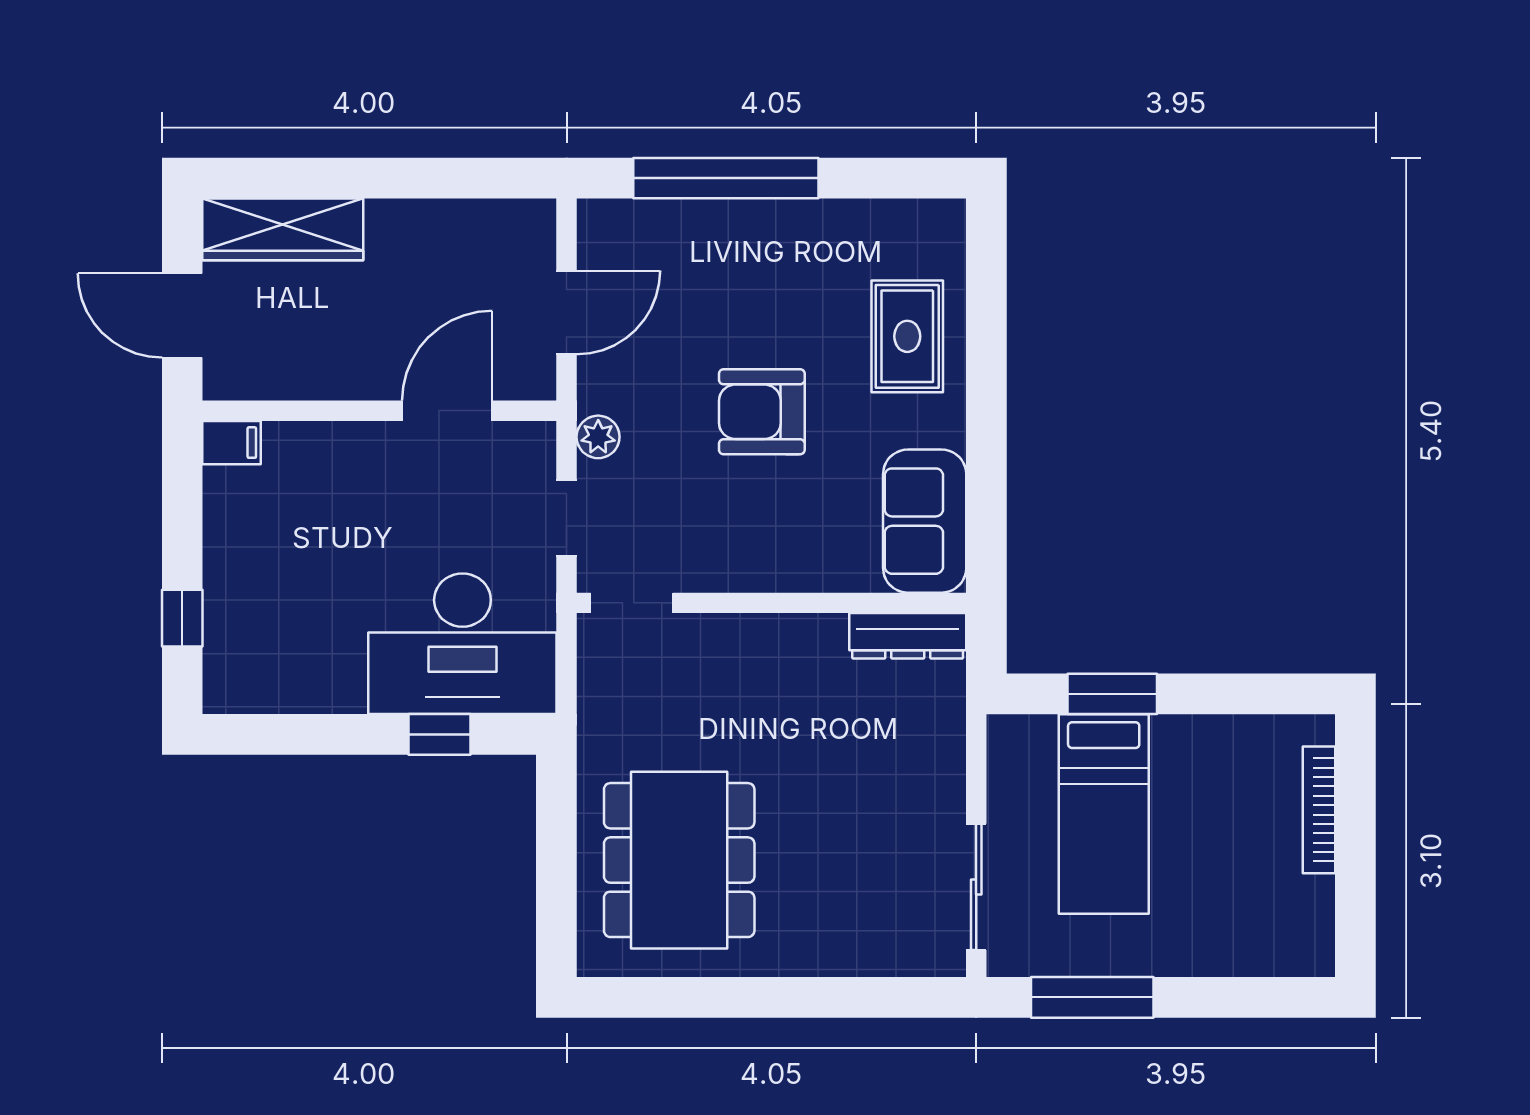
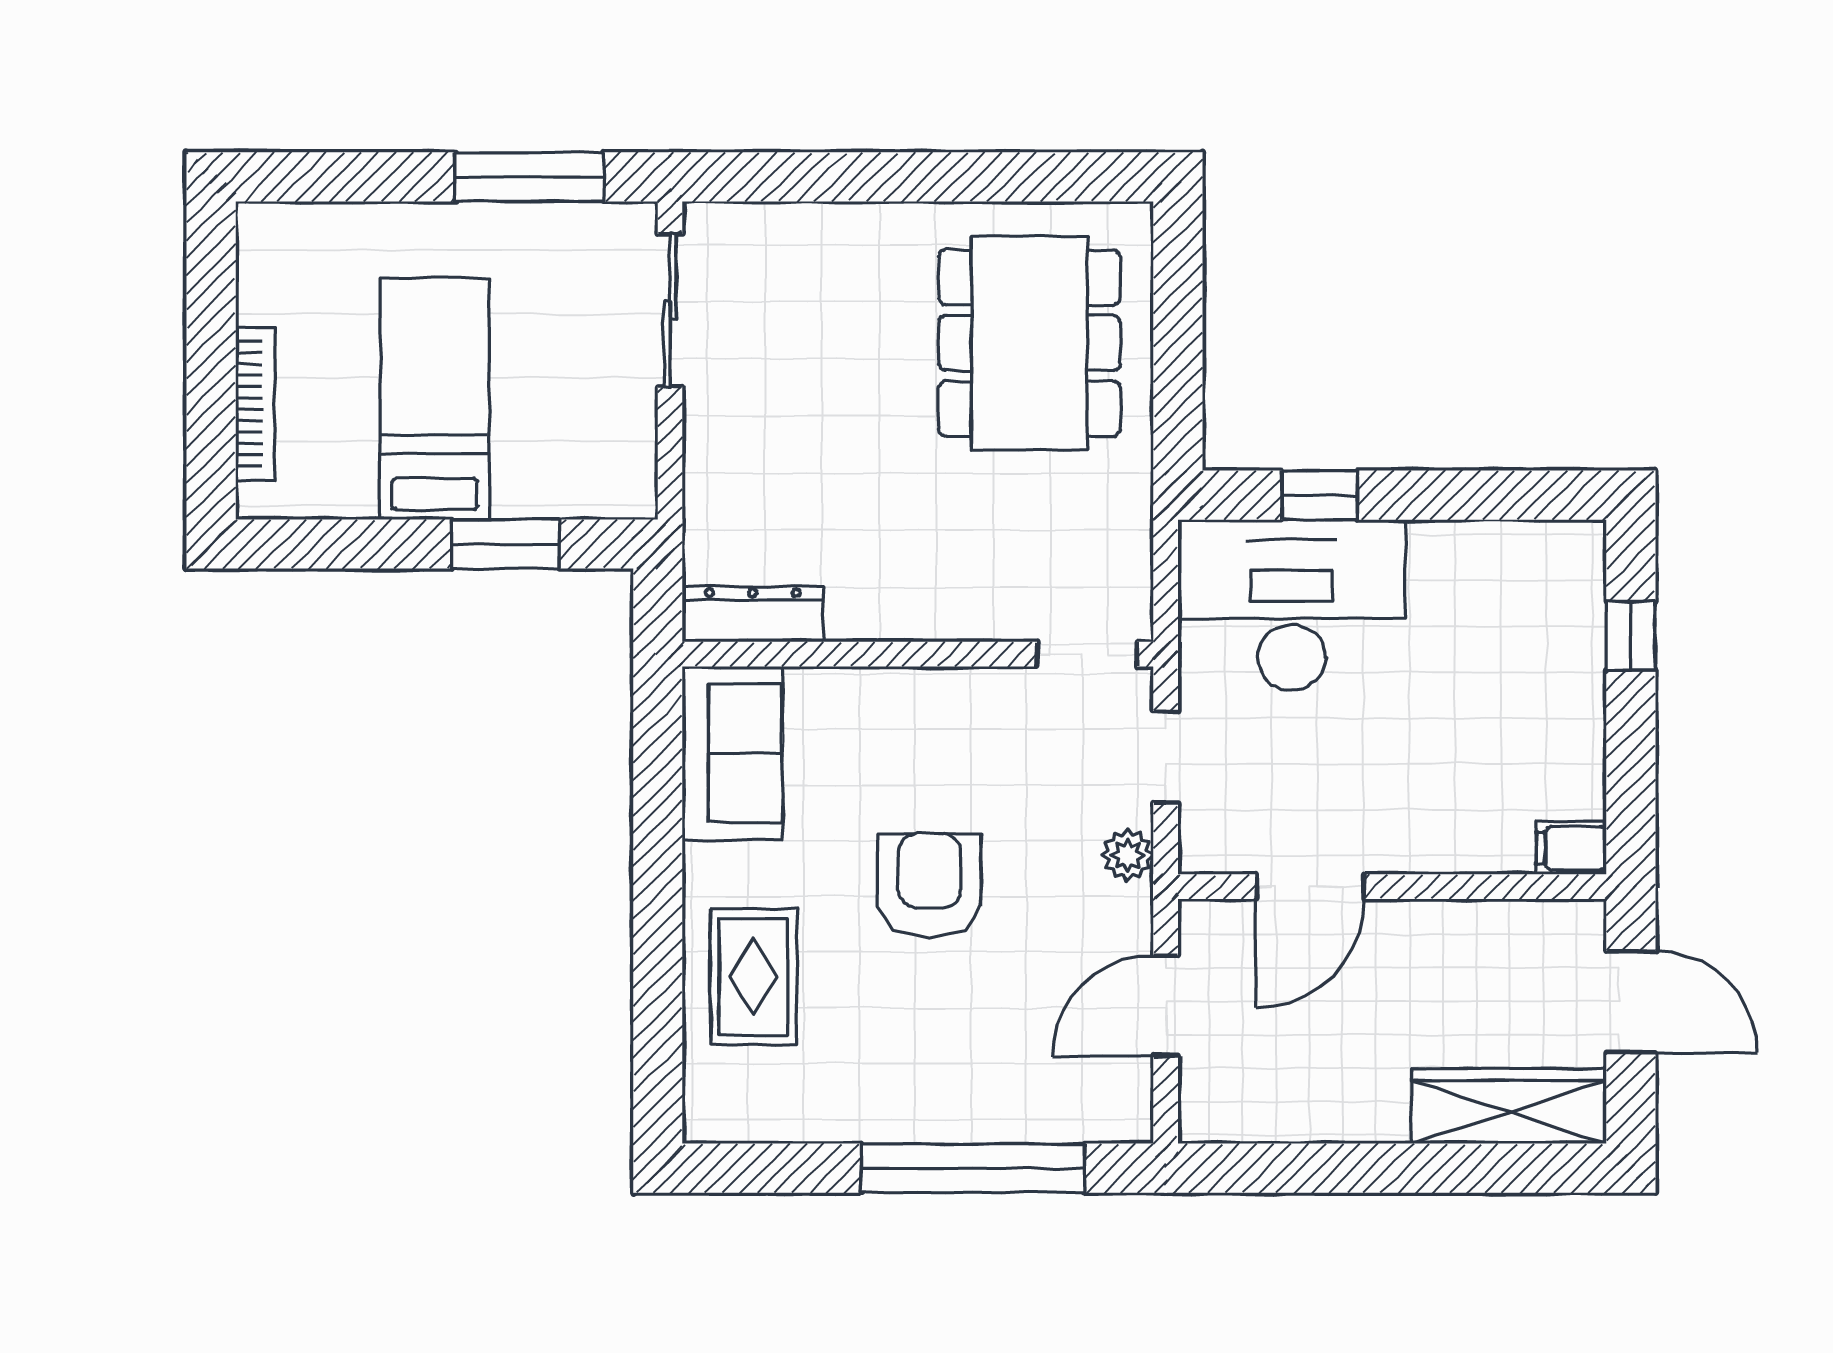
armchair: (762, 412) -> (929, 885), turned -90
bed: (1104, 814) -> (435, 399), moved

